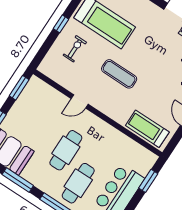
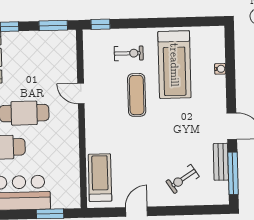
window: (61, 24) -> (100, 24), moved
exercise mat: (119, 74) -> (137, 95), moved

